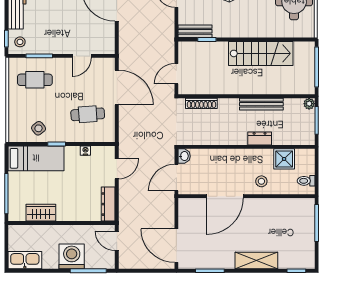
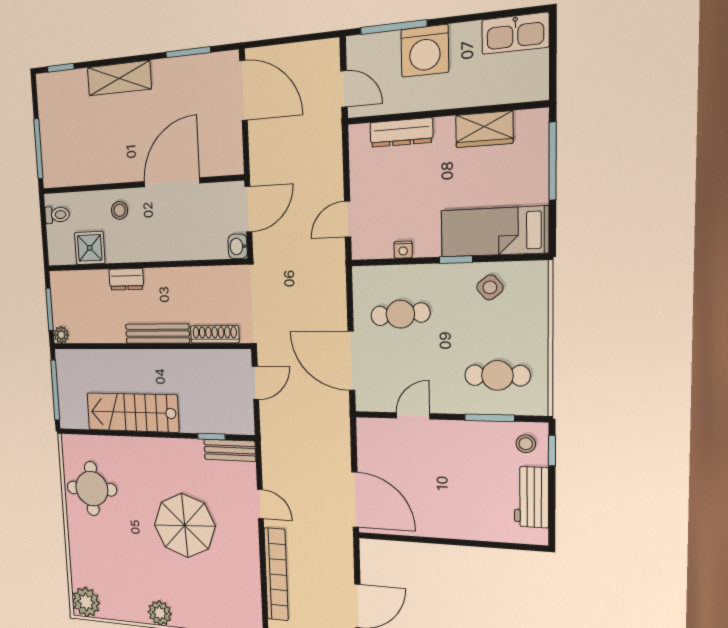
bench: (261, 104) -> (157, 334), moved
dresser: (108, 204) -> (401, 133), moved, turned 90

